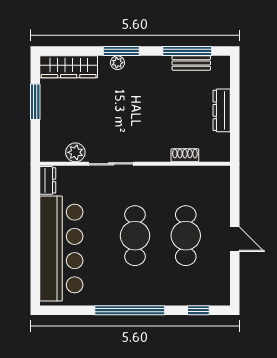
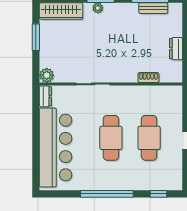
dresser: (222, 110) -> (176, 49), width x0.70
plant: (75, 152) -> (47, 75), moved

